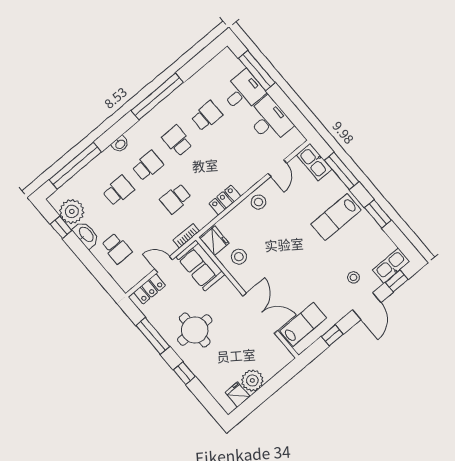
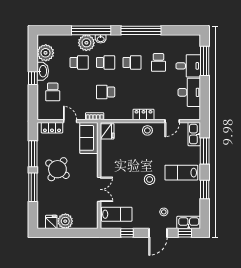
school desk: (207, 116) -> (158, 62), turned 90
school desk: (177, 141) -> (132, 62), turned 90
plant: (108, 162) -> (86, 43), added
window: (75, 166) -> (91, 30), moved
locker: (225, 200) -> (143, 114), moved
window: (61, 227) -> (33, 78), moved
stool: (239, 257) -> (150, 179), moved
double door: (260, 313) -> (99, 189), width x0.73
round table: (195, 330) -> (57, 169), turned 36
window: (184, 373) -> (33, 187), width x2.17

